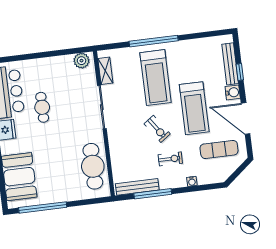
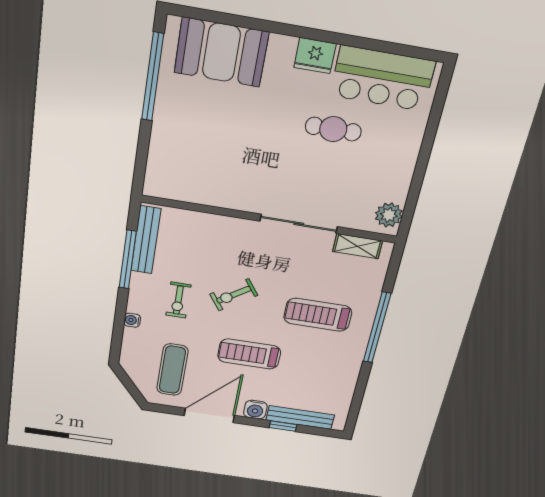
treadmill: (156, 78) -> (318, 315), width x0.73, depth x0.73
treadmill: (194, 108) -> (249, 354), width x0.73, depth x0.73
cafe table: (93, 166) -> (202, 182), removed

